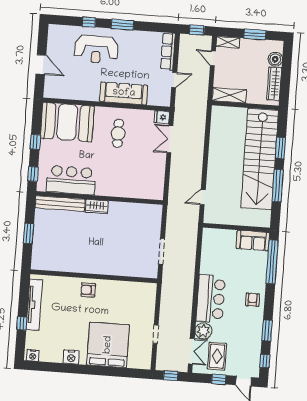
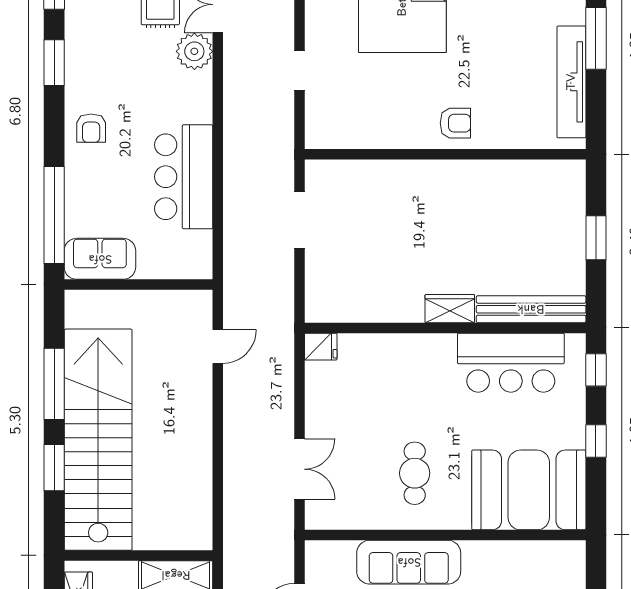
fridge: (162, 117) -> (321, 347), moved
bar counter: (211, 299) -> (184, 177), moved
window: (22, 323) -> (596, 38), width x2.17
doorway: (156, 334) -> (299, 70), moved

